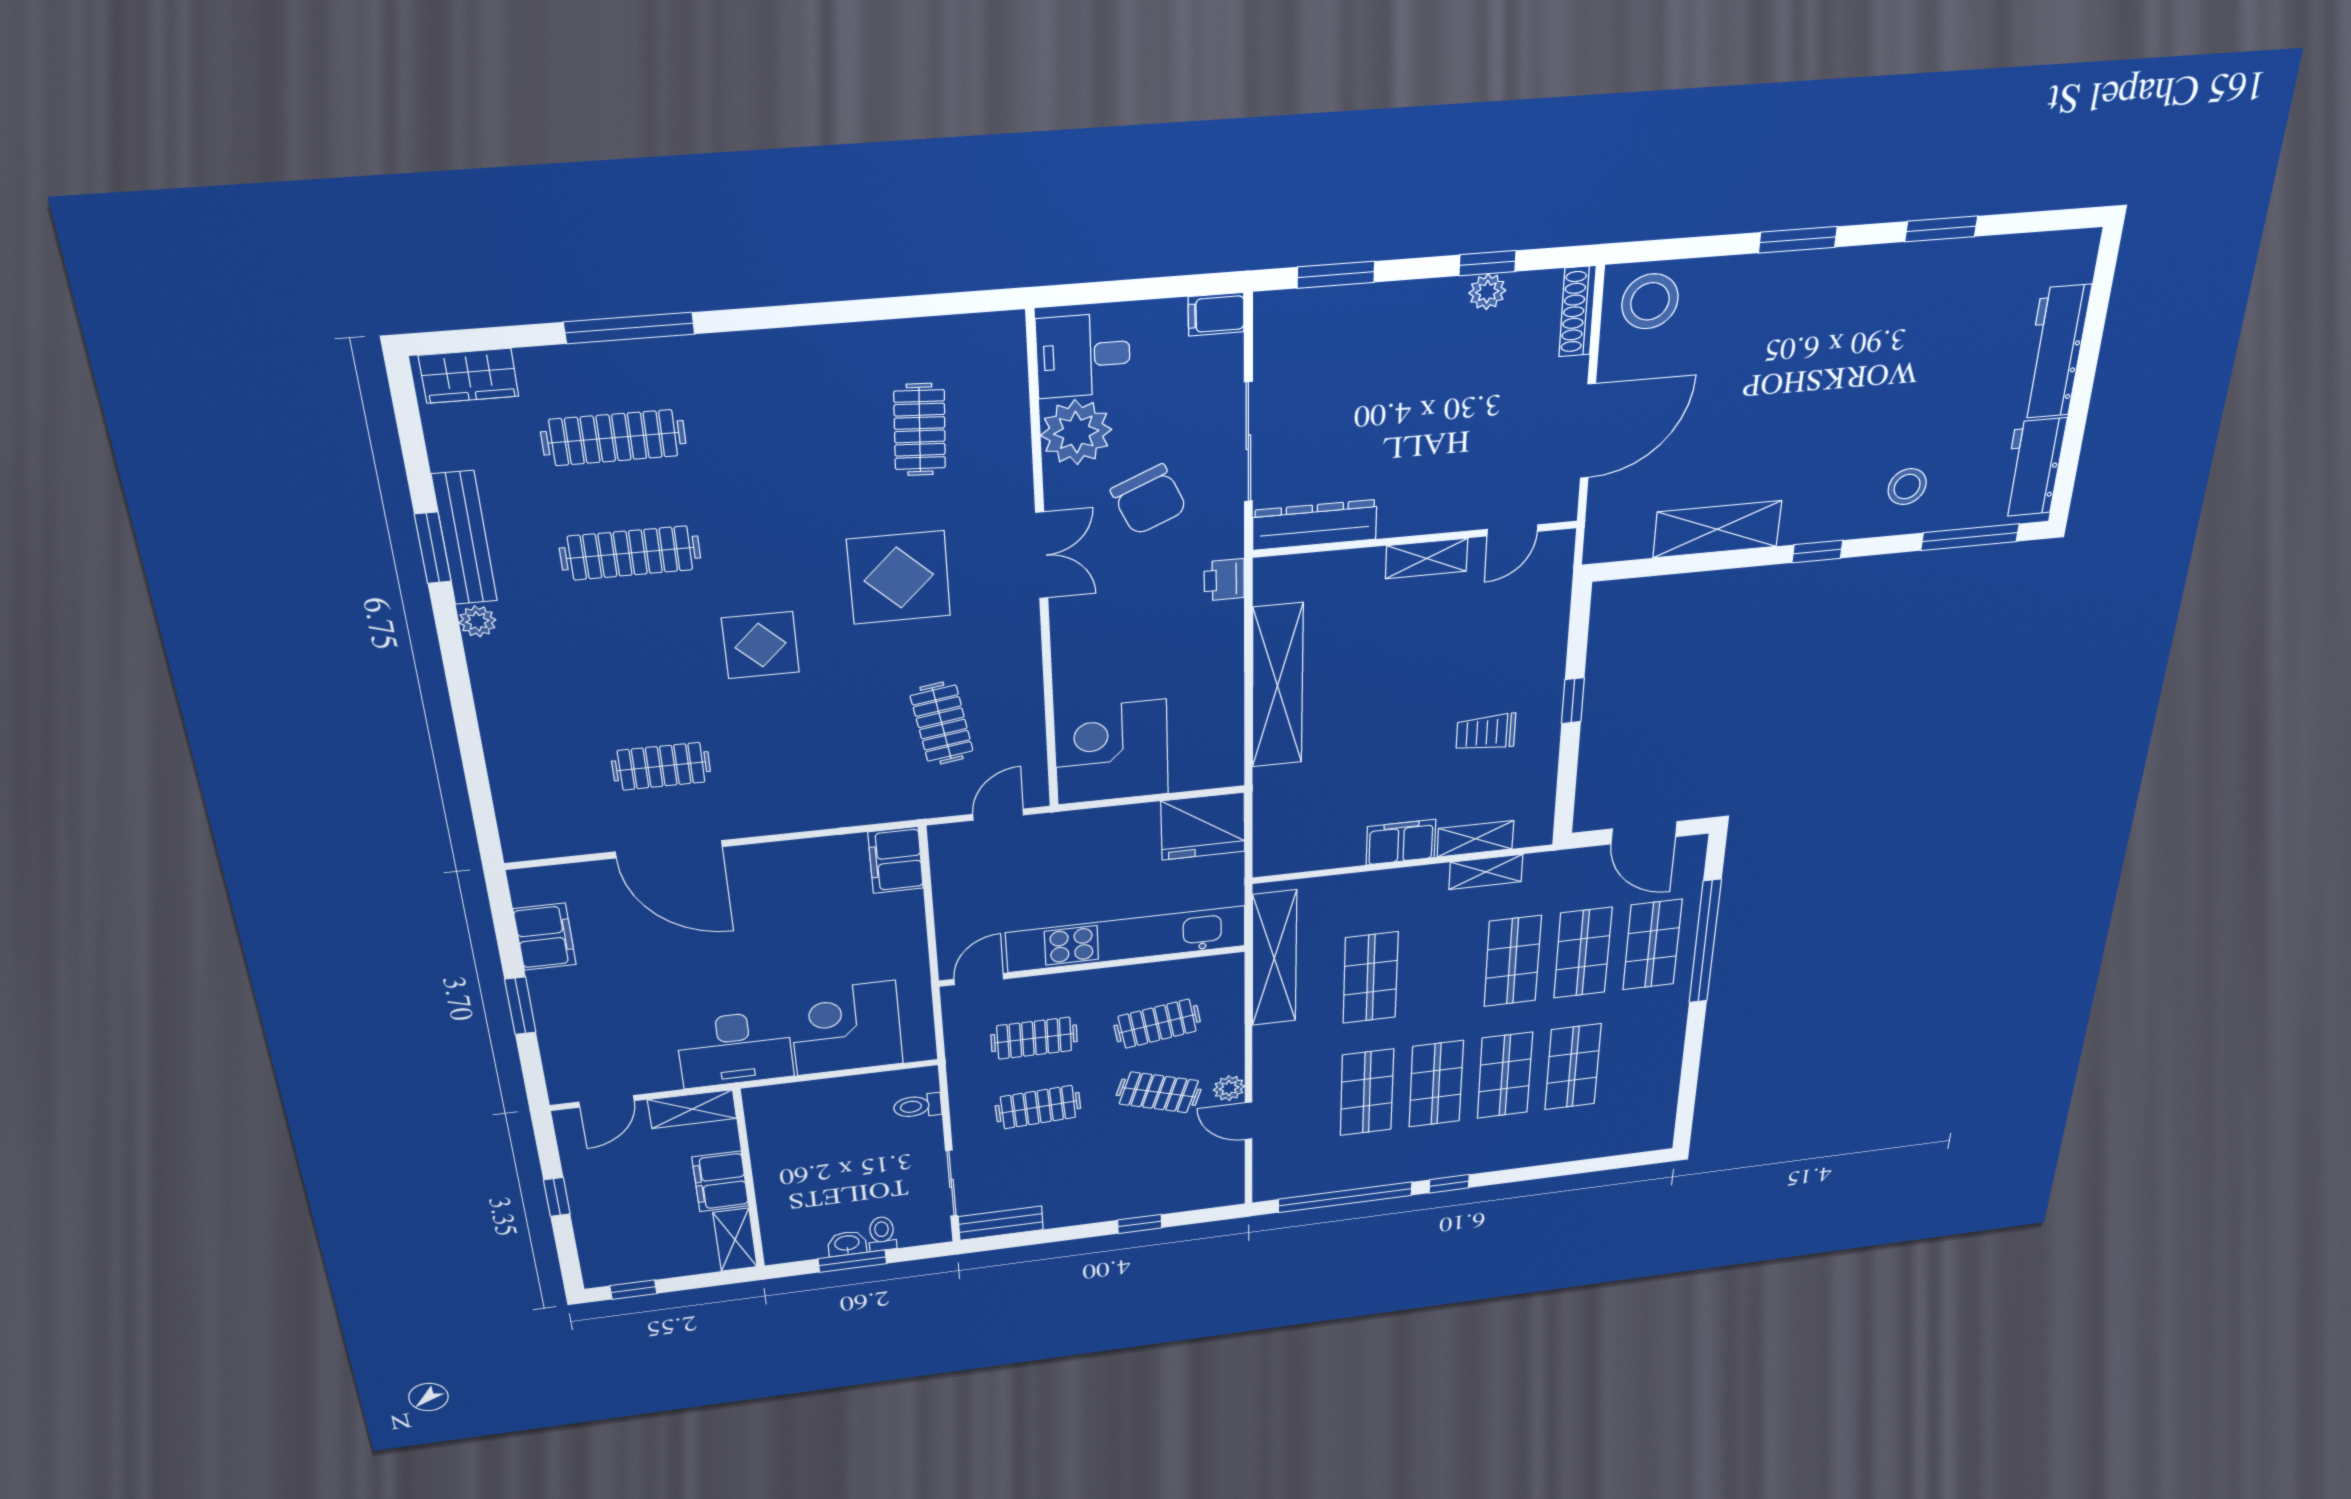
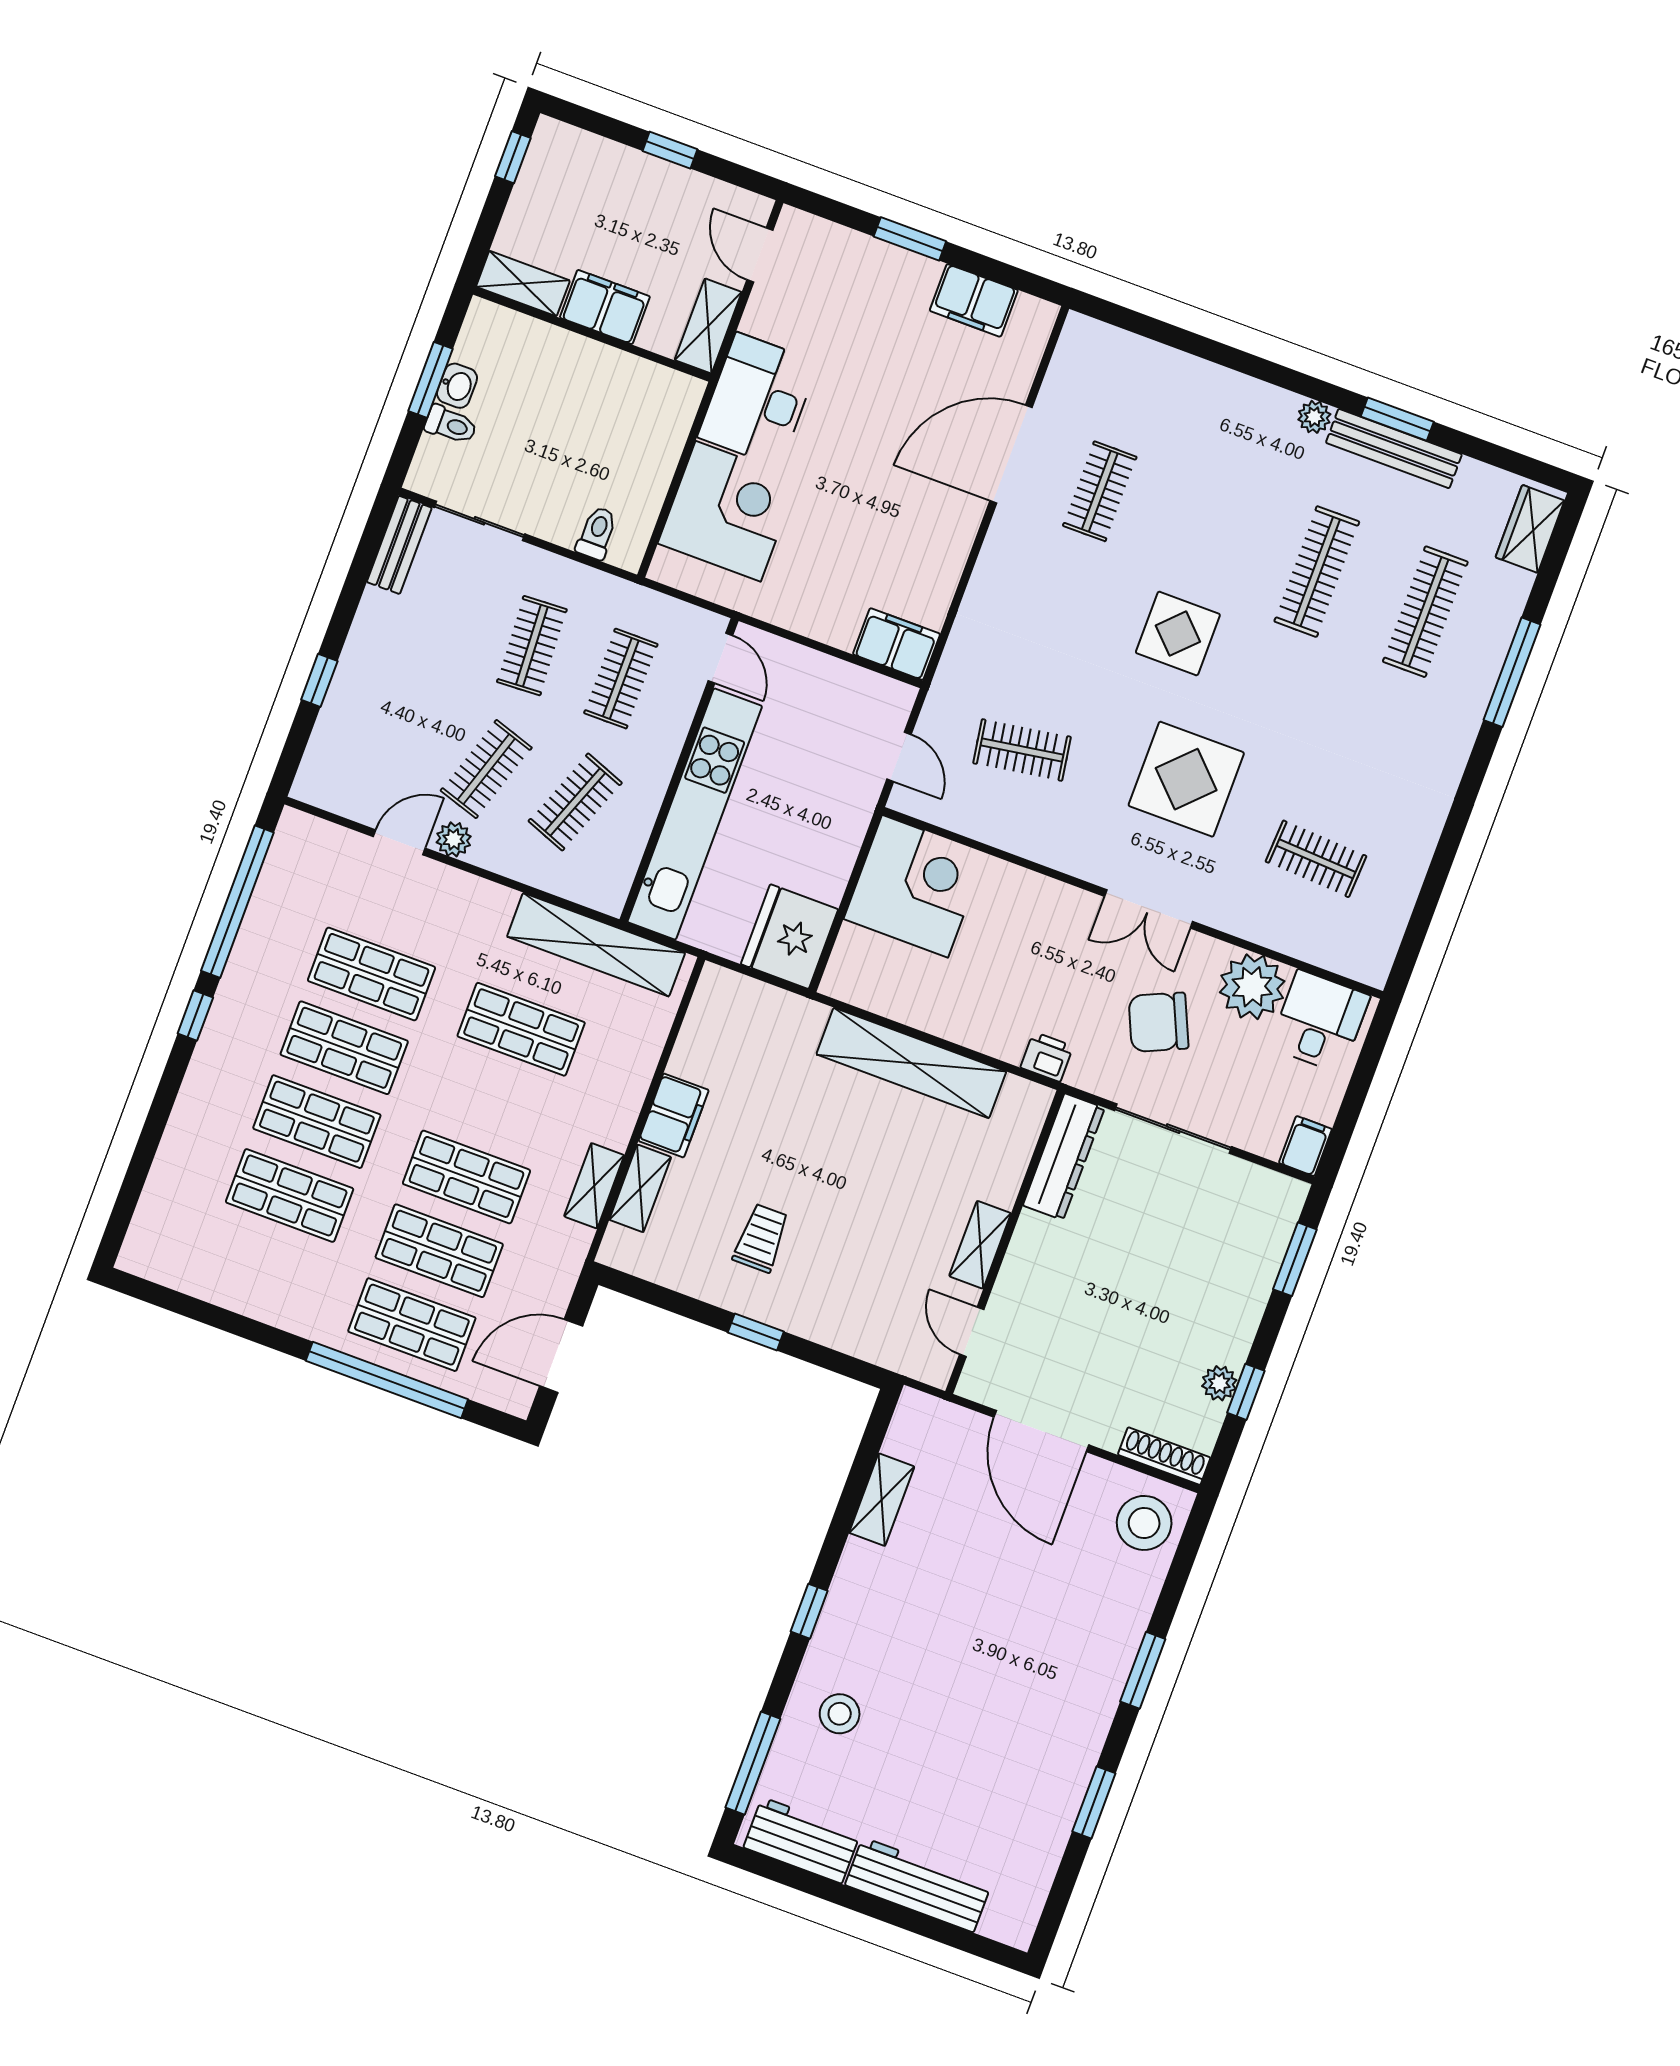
shelving: (1717, 529) -> (882, 1500), width x0.67, depth x0.75
clothes rail: (1157, 1024) -> (575, 802), turned 30

